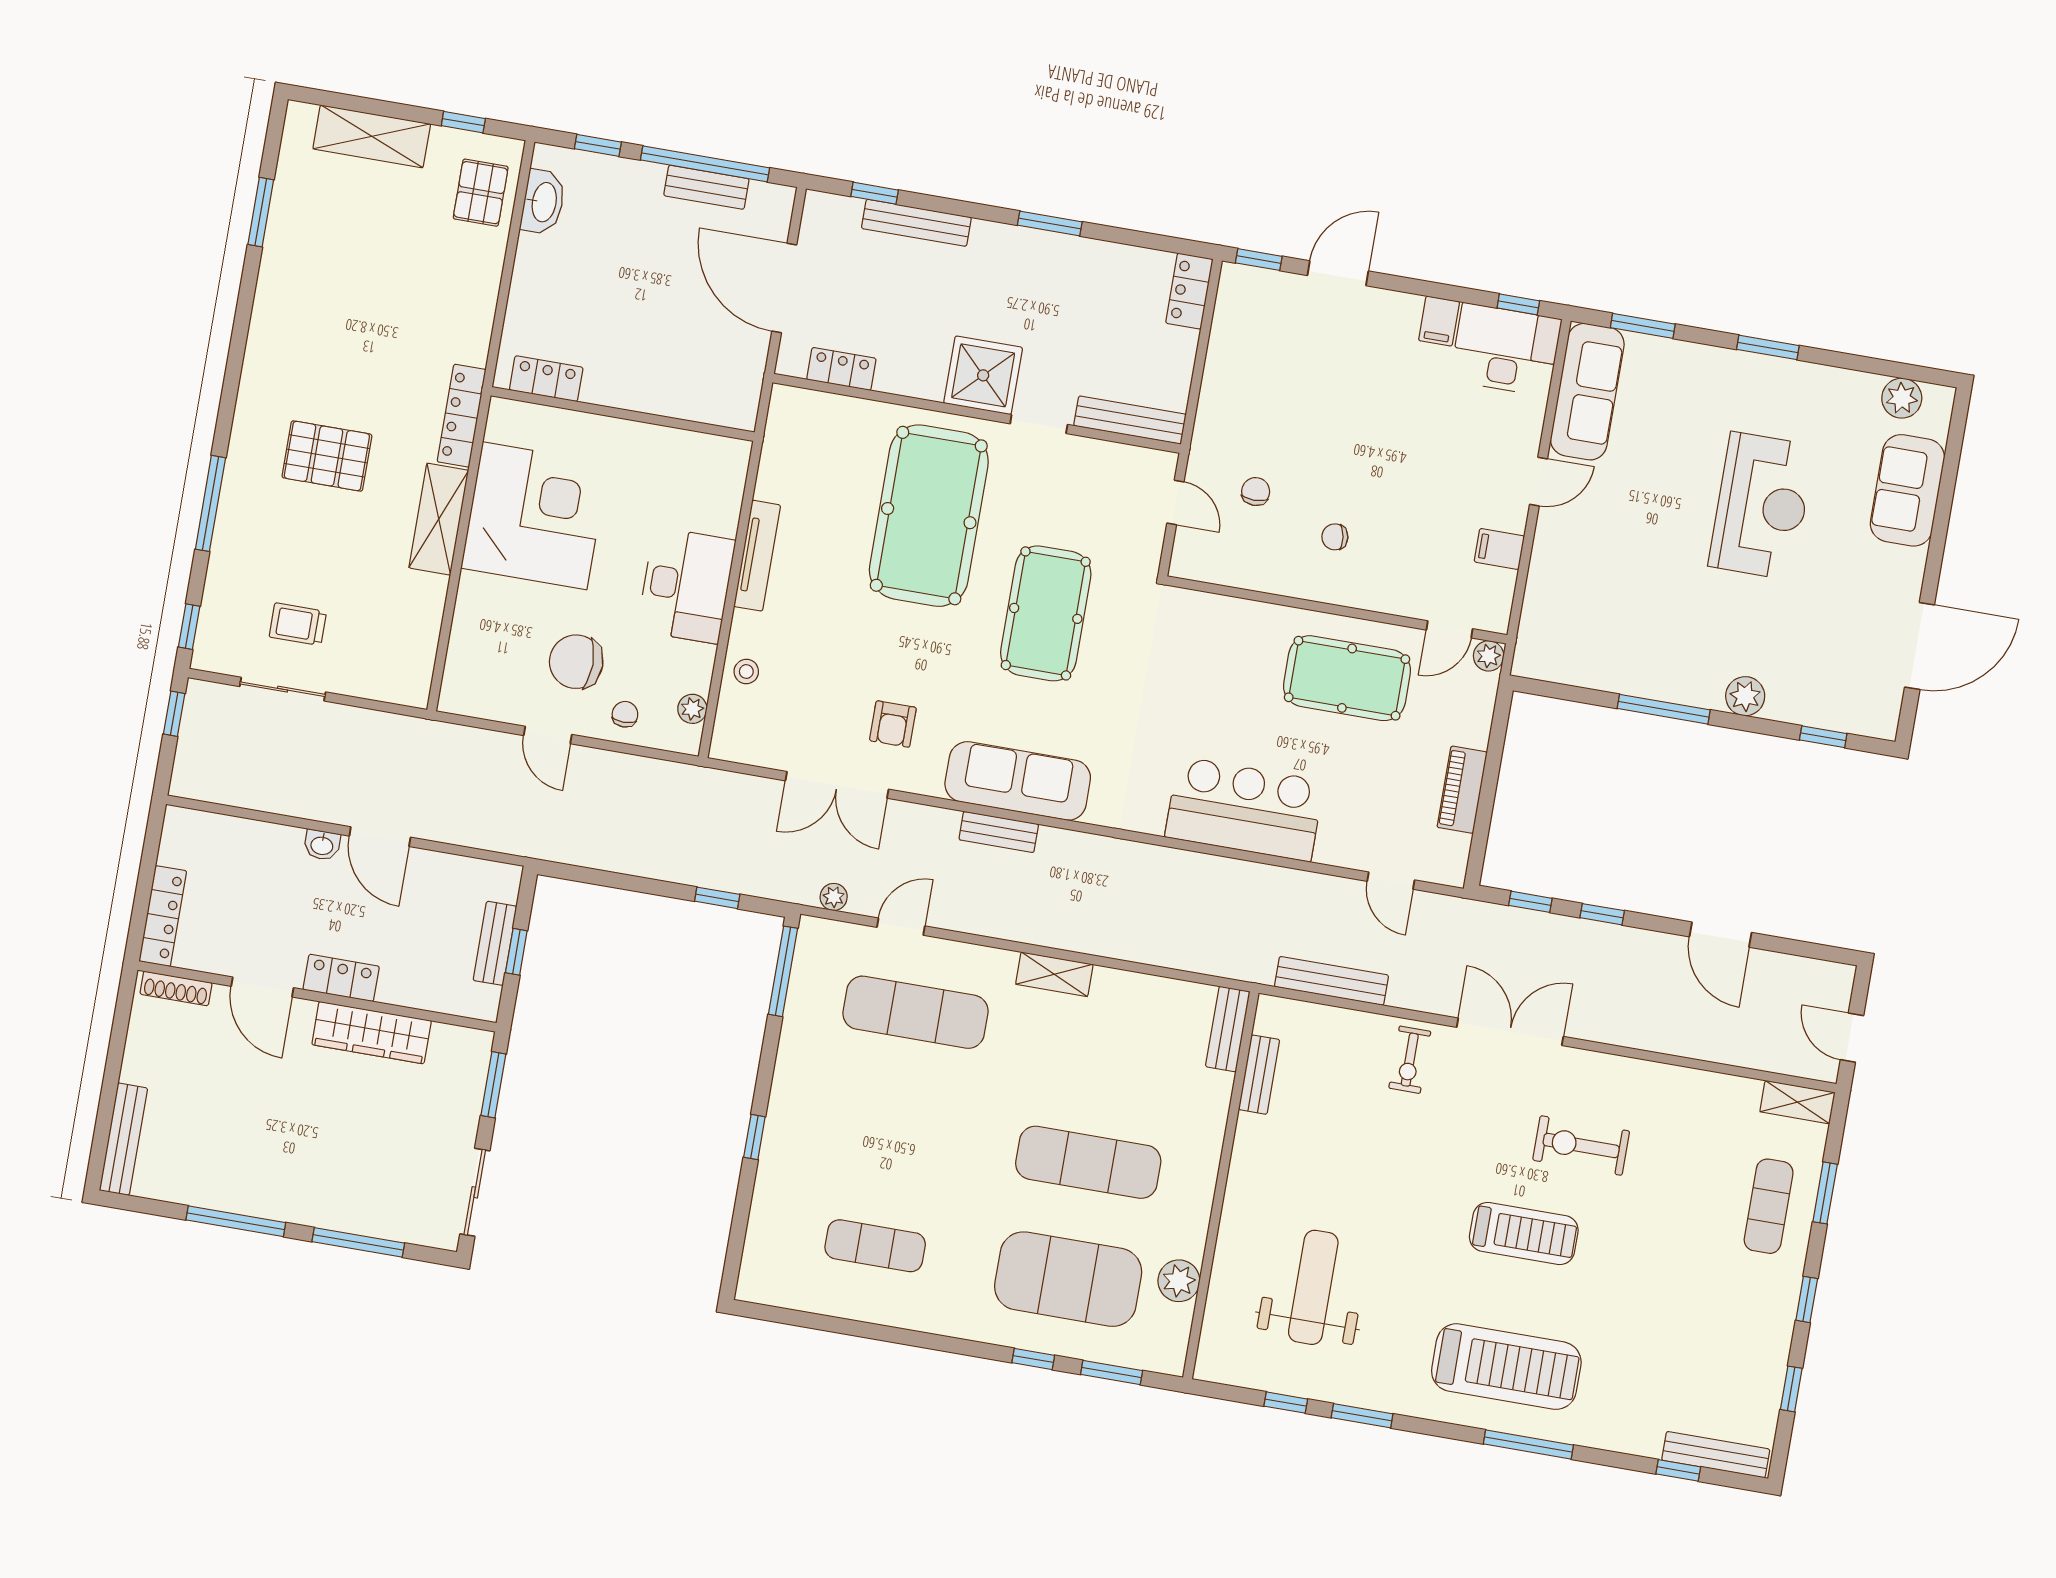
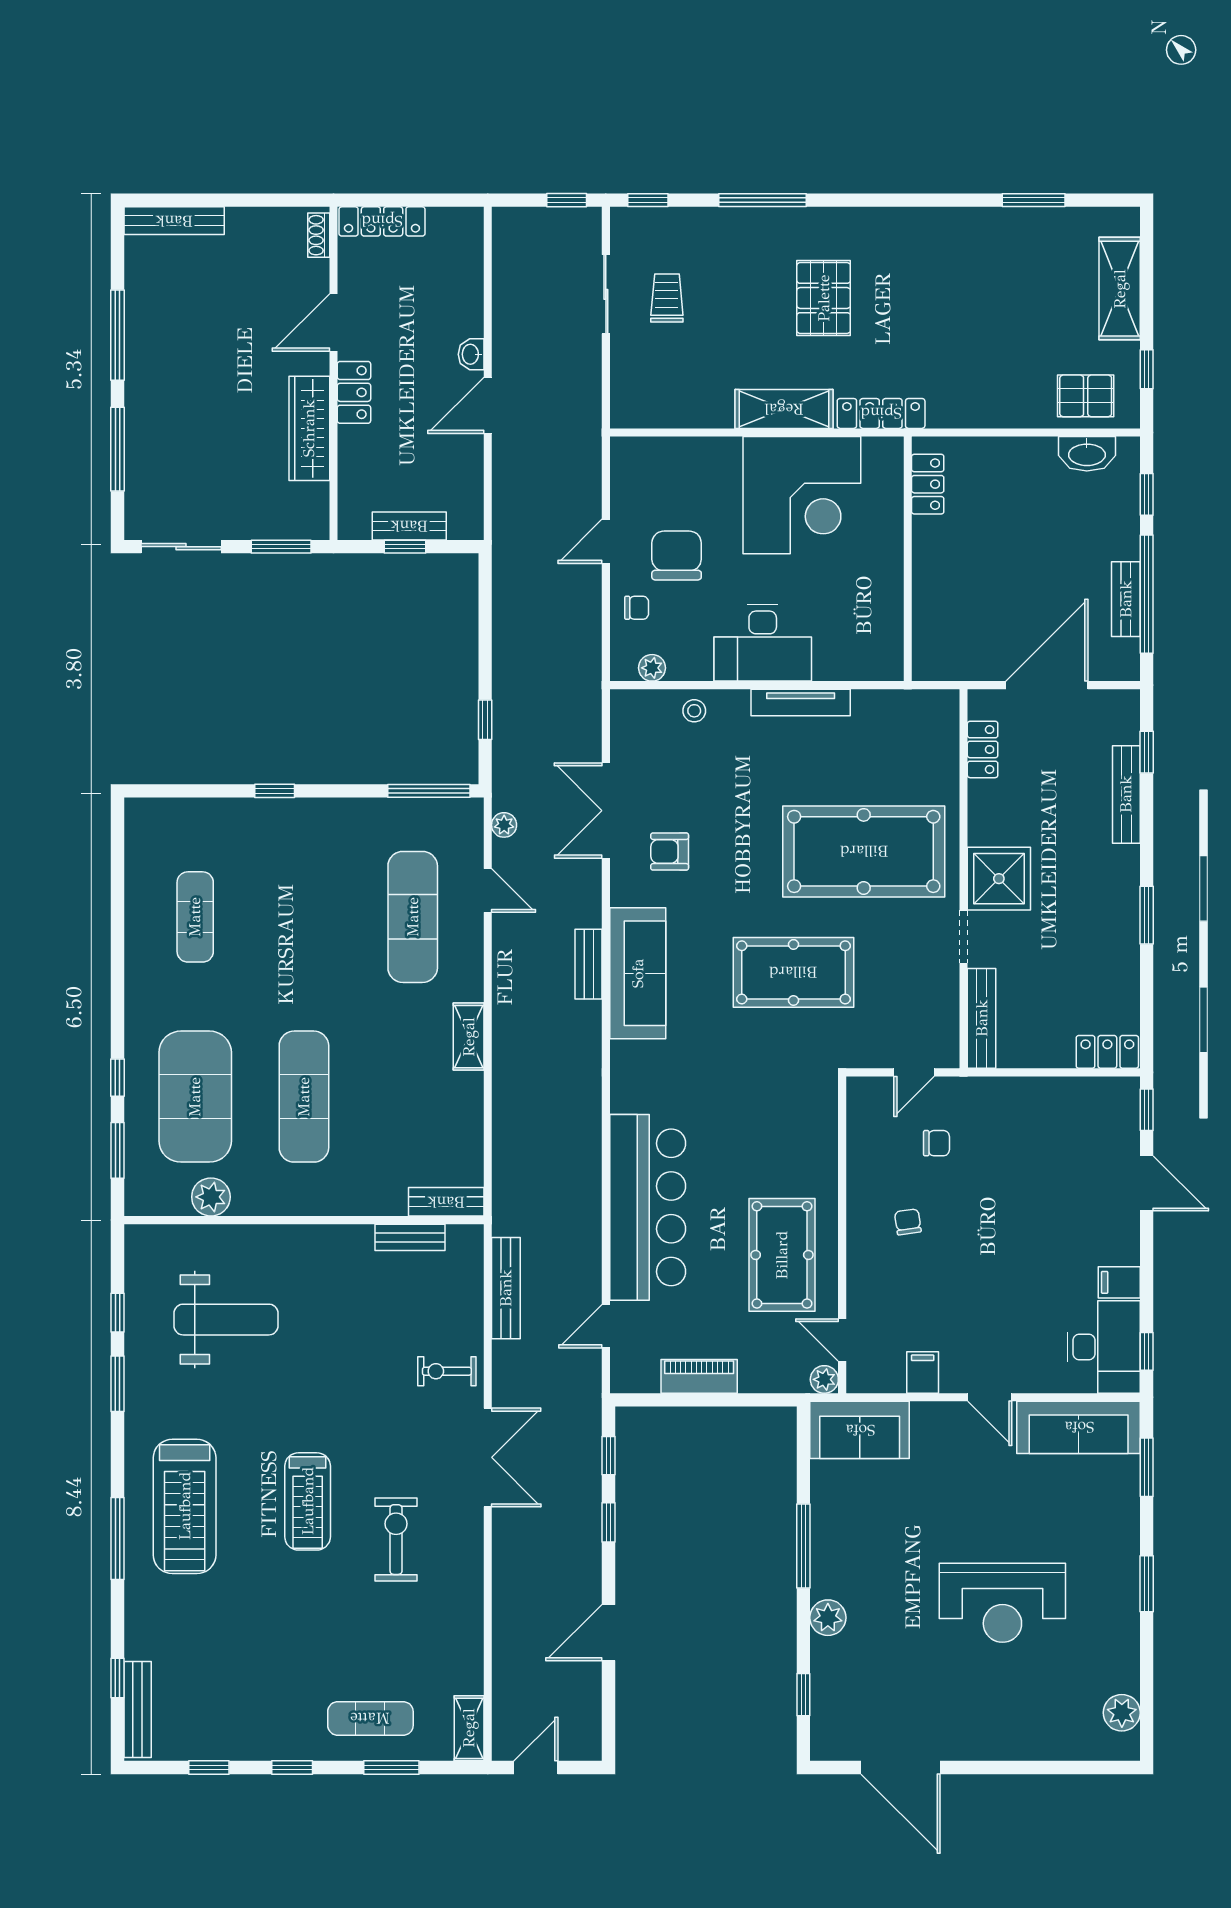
sofa: (1907, 490) -> (860, 1430), moved, turned 180
bar counter: (1244, 809) -> (648, 1207), width x1.36
shoe rack: (176, 988) -> (319, 235), width x0.70

